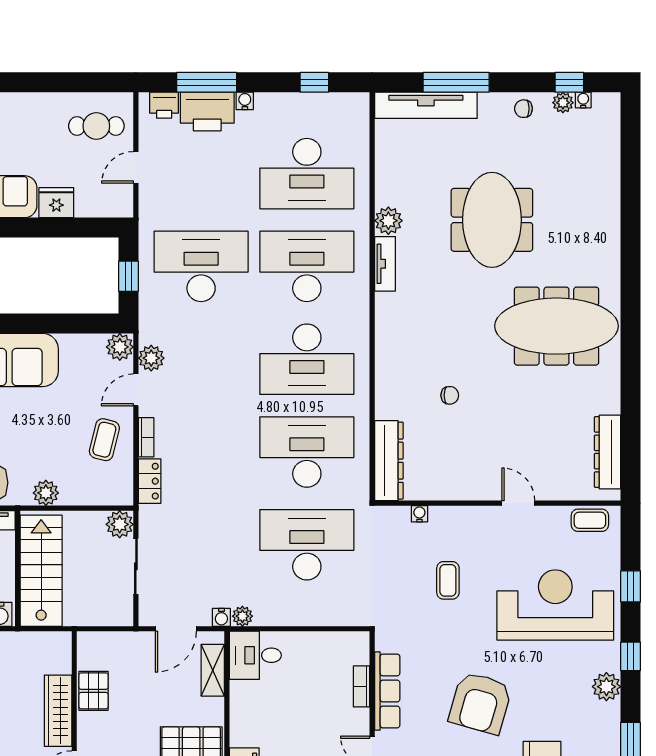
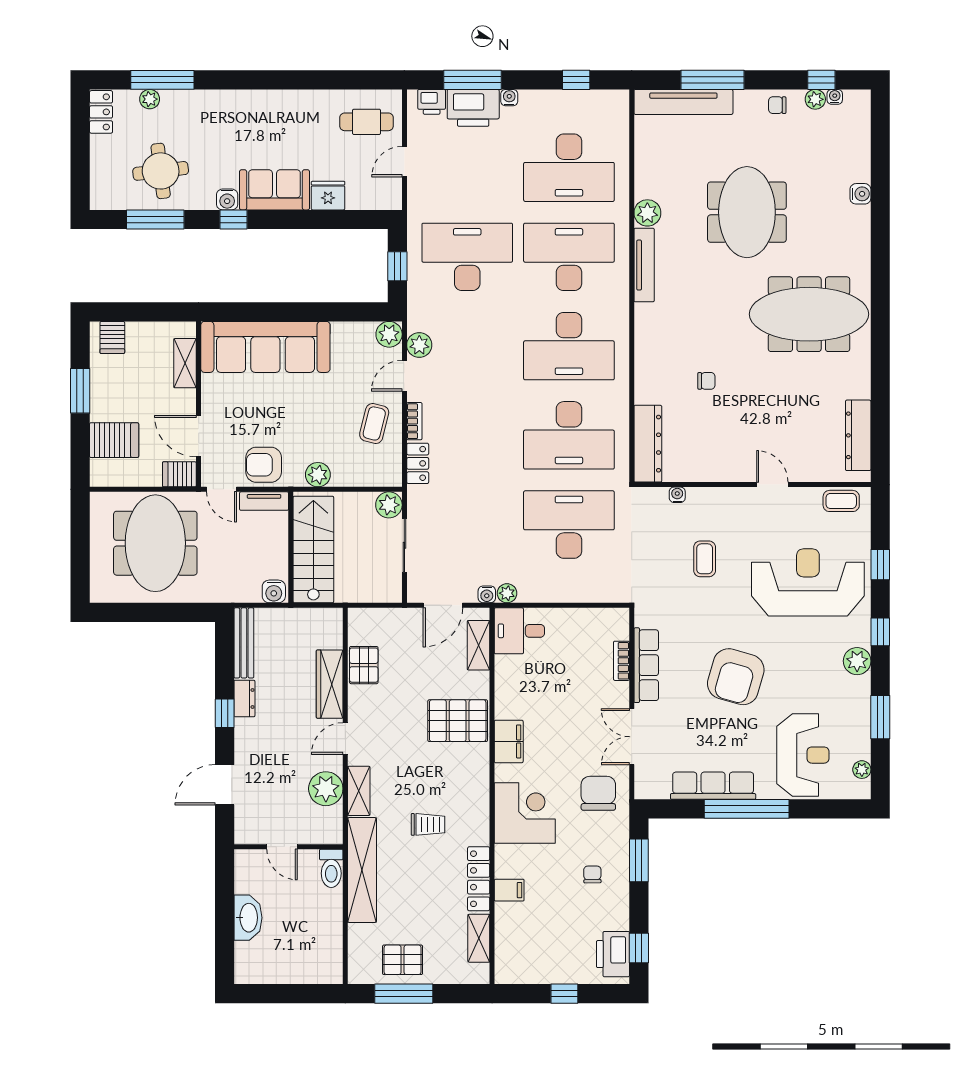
water cooler: (610, 201) -> (860, 194), added
tv unit: (385, 264) -> (644, 265), width x1.41
desk: (307, 452) -> (569, 435), turned 180

